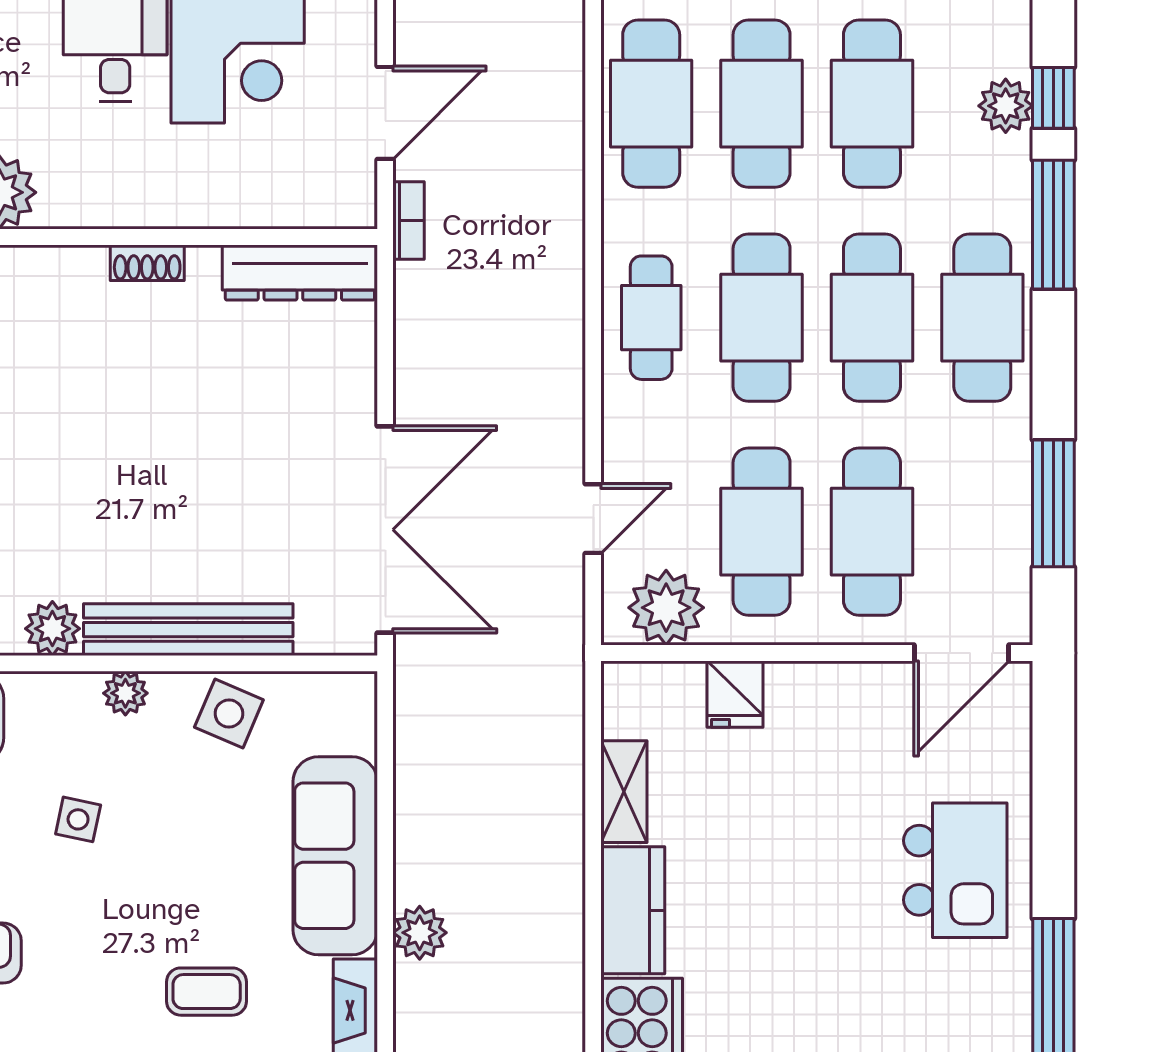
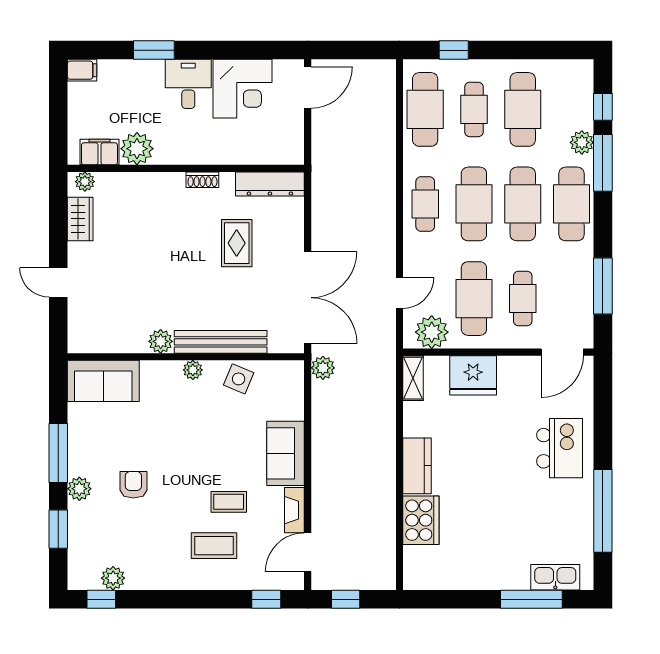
cafe table: (762, 104) -> (474, 109), width x0.73, depth x0.74
plant: (1006, 106) -> (582, 142), moved
door: (385, 113) -> (308, 88), moved
bookcase: (409, 220) -> (318, 161), removed
rug: (225, 406) -> (237, 243), added
cafe table: (872, 532) -> (523, 299), width x0.73, depth x0.74
fridge: (735, 694) -> (473, 375), width x1.88, depth x1.34
shelving: (624, 792) -> (413, 378), moved
side table: (78, 819) -> (172, 426), removed
sofa: (335, 856) -> (286, 453), width x0.73
plant: (420, 933) -> (323, 368), moved

